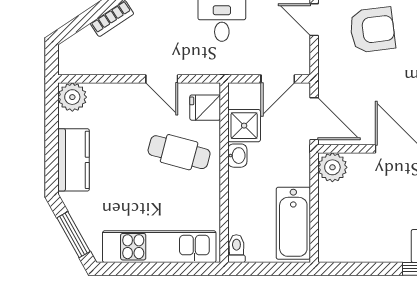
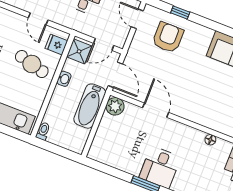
armchair: (372, 30) -> (168, 37), turned -83
shower: (244, 126) -> (79, 51), moved
bathtub: (293, 223) -> (90, 106), moved

